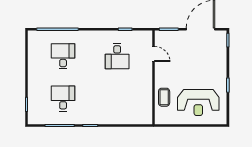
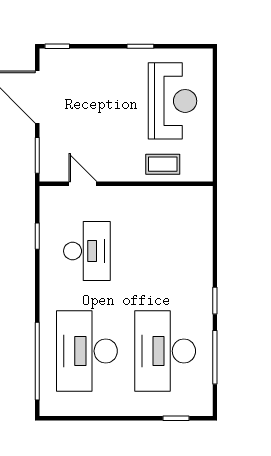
door: (154, 54) -> (83, 184), hinge flipped
desk: (63, 56) -> (87, 351), width x1.87, depth x1.30
desk: (117, 56) -> (87, 251), width x1.37
desk: (63, 99) -> (165, 351), width x1.87, depth x1.30

